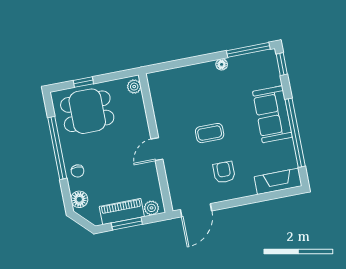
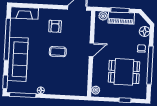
dining table: (87, 111) -> (124, 72), moved
sofa: (272, 114) -> (18, 59), width x1.36

